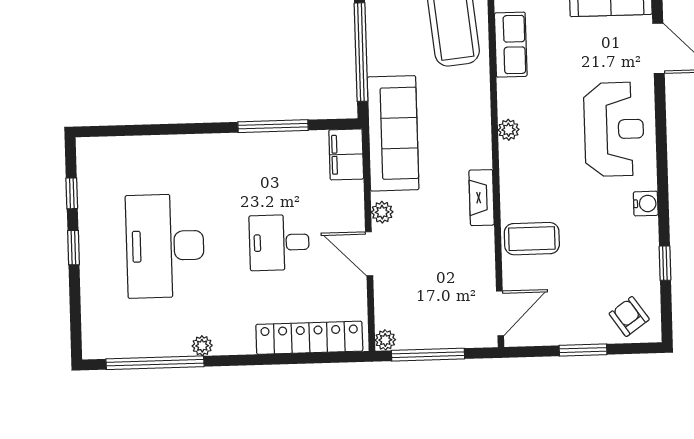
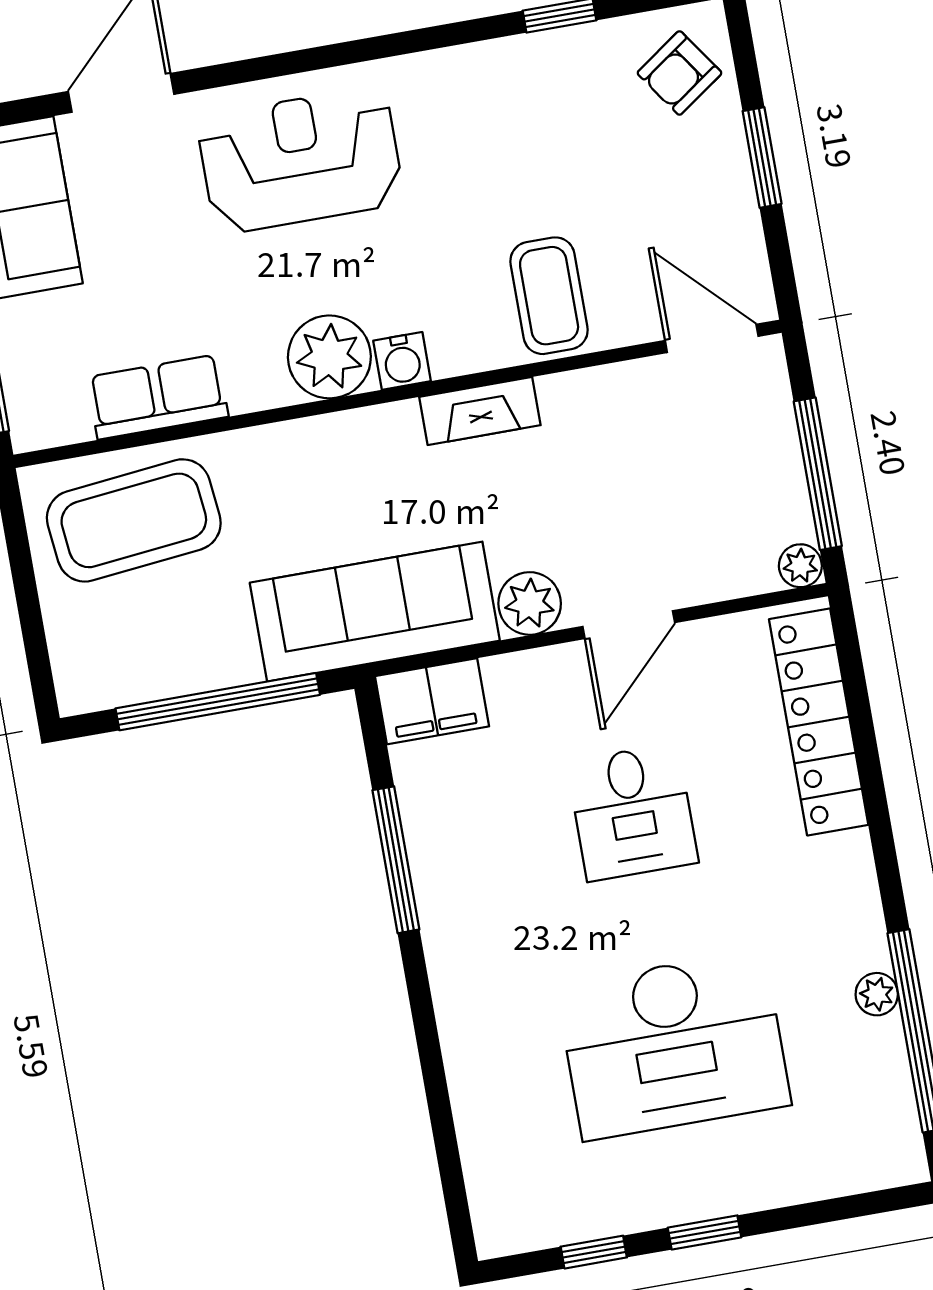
plant: (509, 130) -> (329, 357), width x1.88, depth x1.88
water cooler: (646, 204) -> (402, 361), moved, turned 180
plant: (382, 212) -> (530, 603), width x1.38, depth x1.38
plant: (202, 346) -> (877, 994), moved

